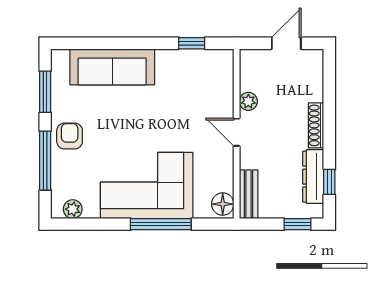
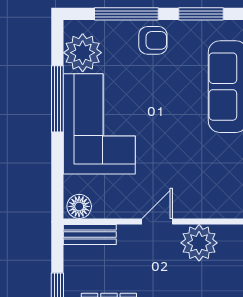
plant: (248, 101) -> (199, 243), width x1.88, depth x1.88
plant: (73, 209) -> (83, 53), width x1.87, depth x1.87
window: (161, 224) -> (57, 99), moved

